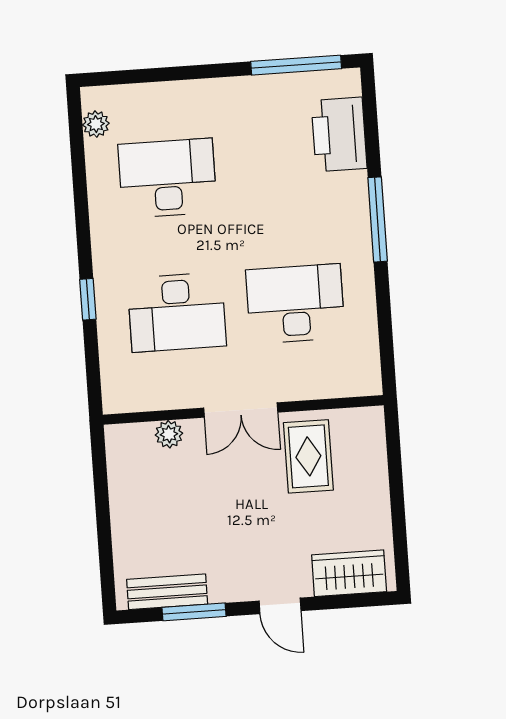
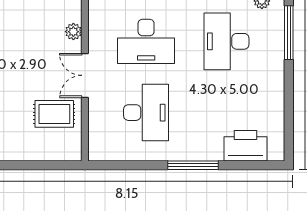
window: (296, 65) -> (289, 33), moved
desk: (167, 178) -> (226, 41), turned 180
desk: (177, 312) -> (146, 41), turned -90

